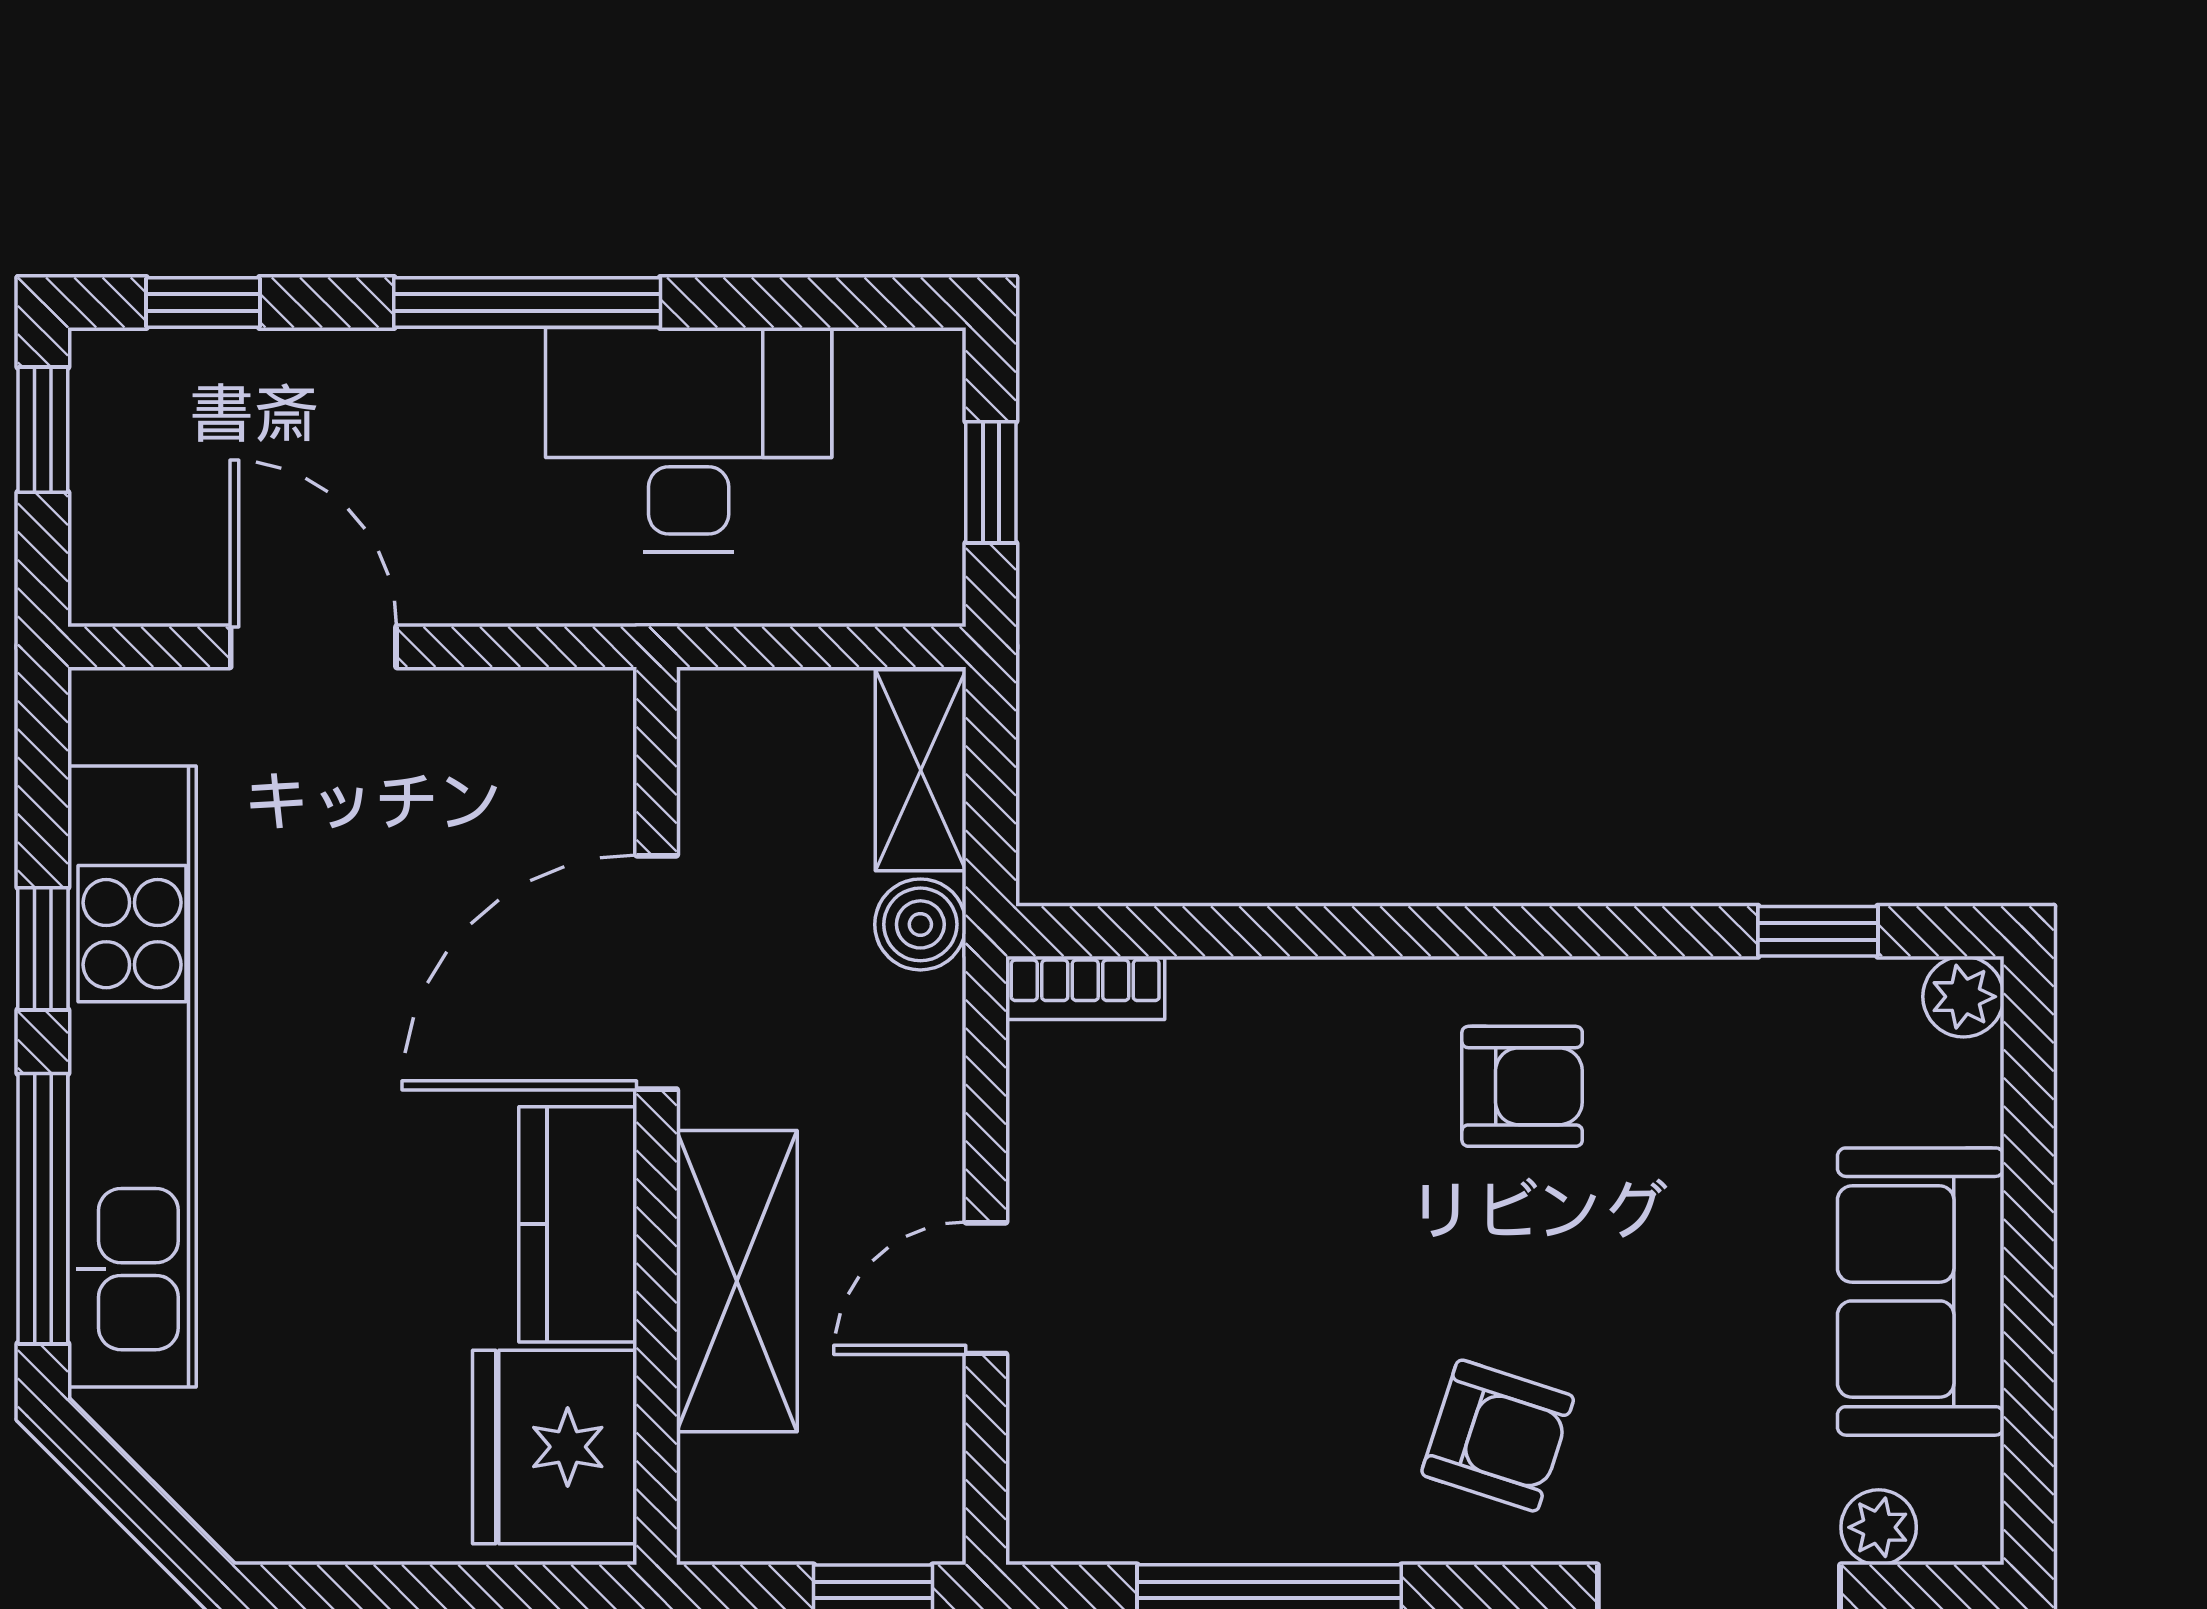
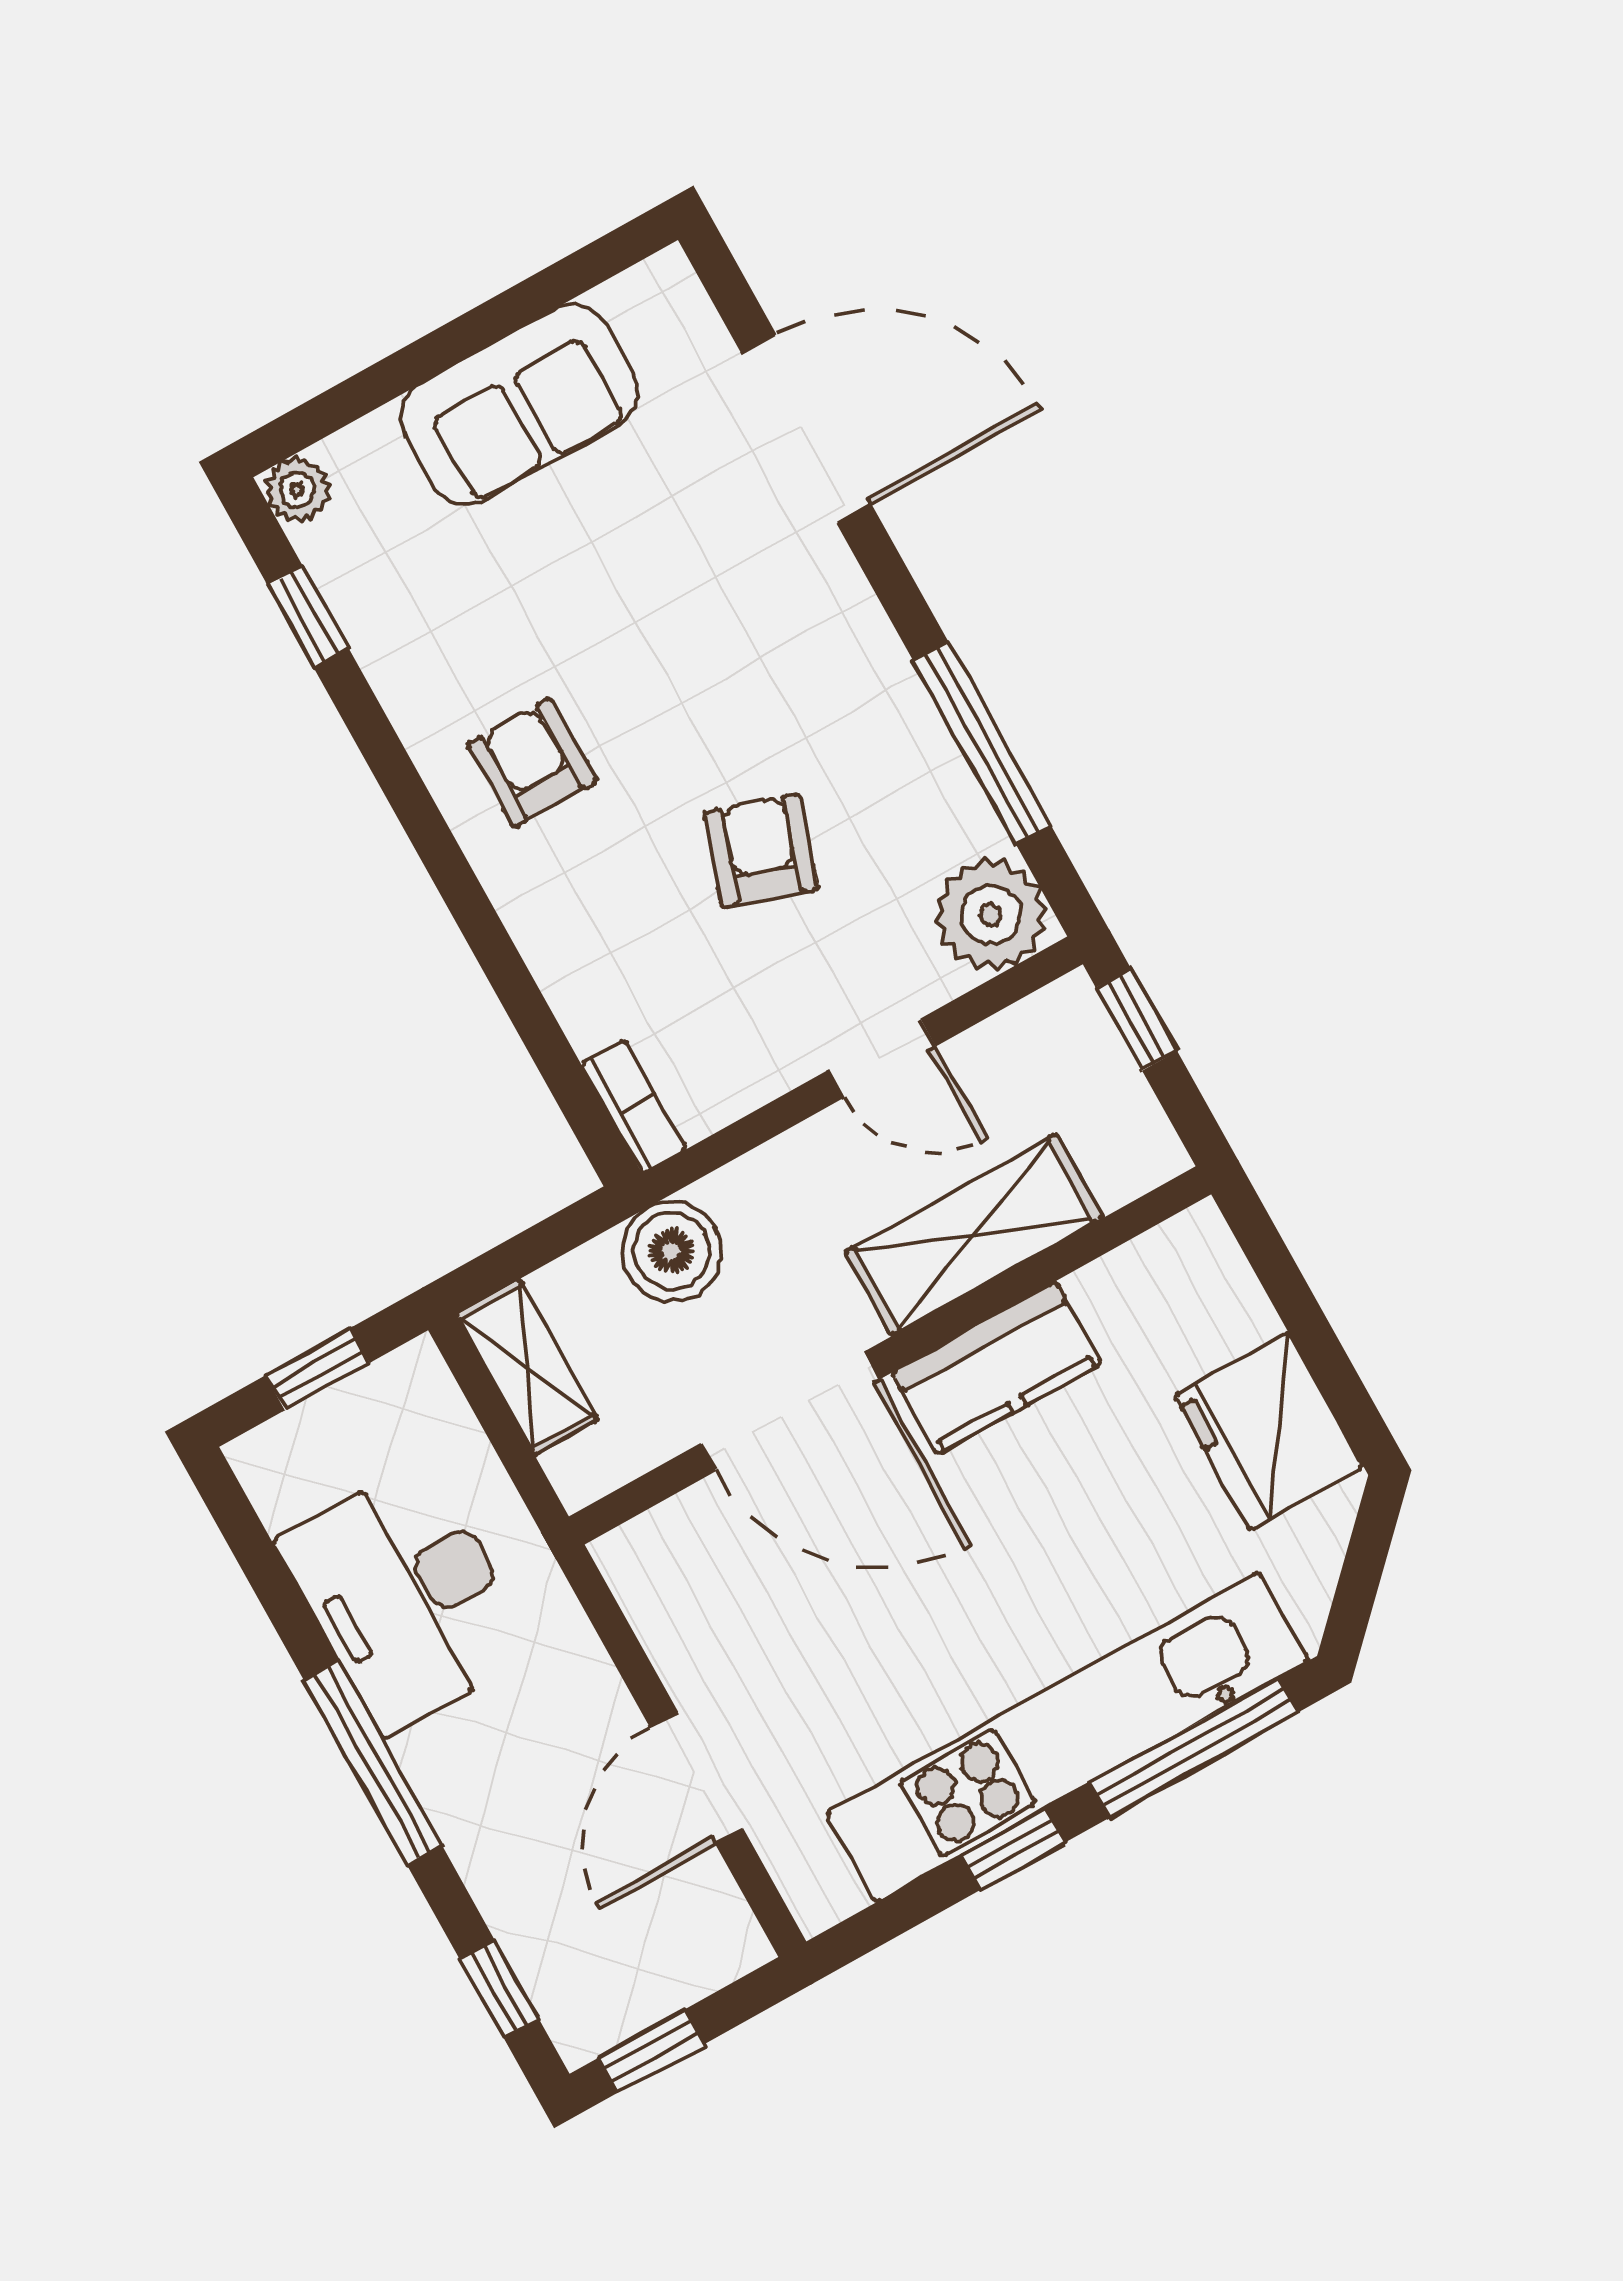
shelving: (921, 770) -> (527, 1367), moved, turned 90
boiler: (920, 924) -> (672, 1251), width x1.36, depth x1.36
armchair: (1498, 1436) -> (761, 851), moved
fridge: (555, 1447) -> (1269, 1431), moved, turned 90
plant: (1879, 1527) -> (991, 915), moved, width x1.87, depth x1.87

